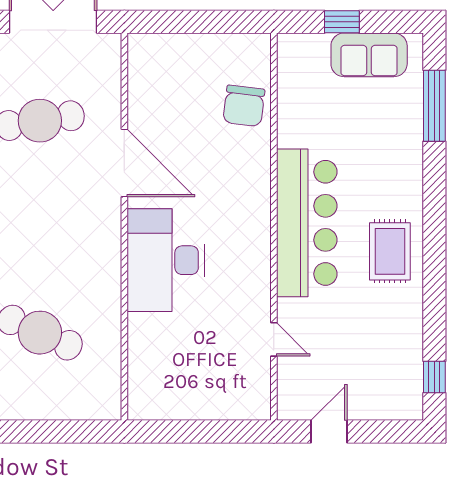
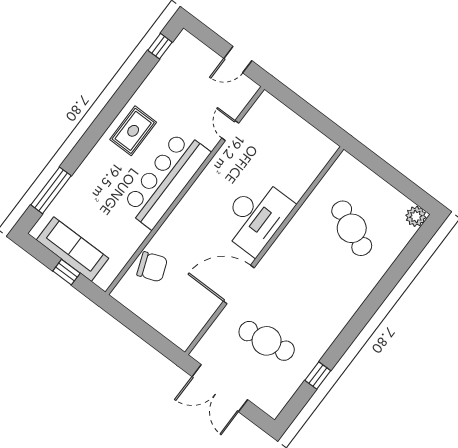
sofa: (369, 55) -> (73, 249), width x1.36
chair: (244, 106) -> (152, 267), turned 62
door: (124, 163) -> (239, 284), hinge flipped

